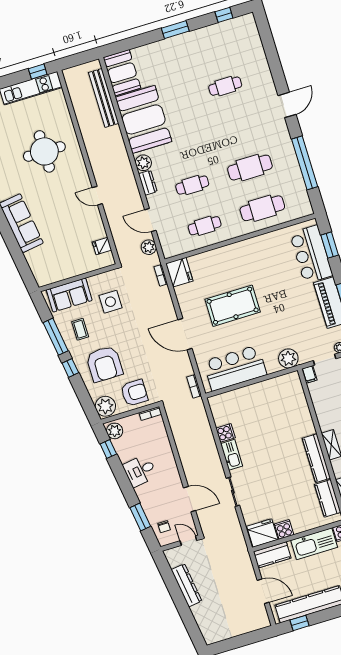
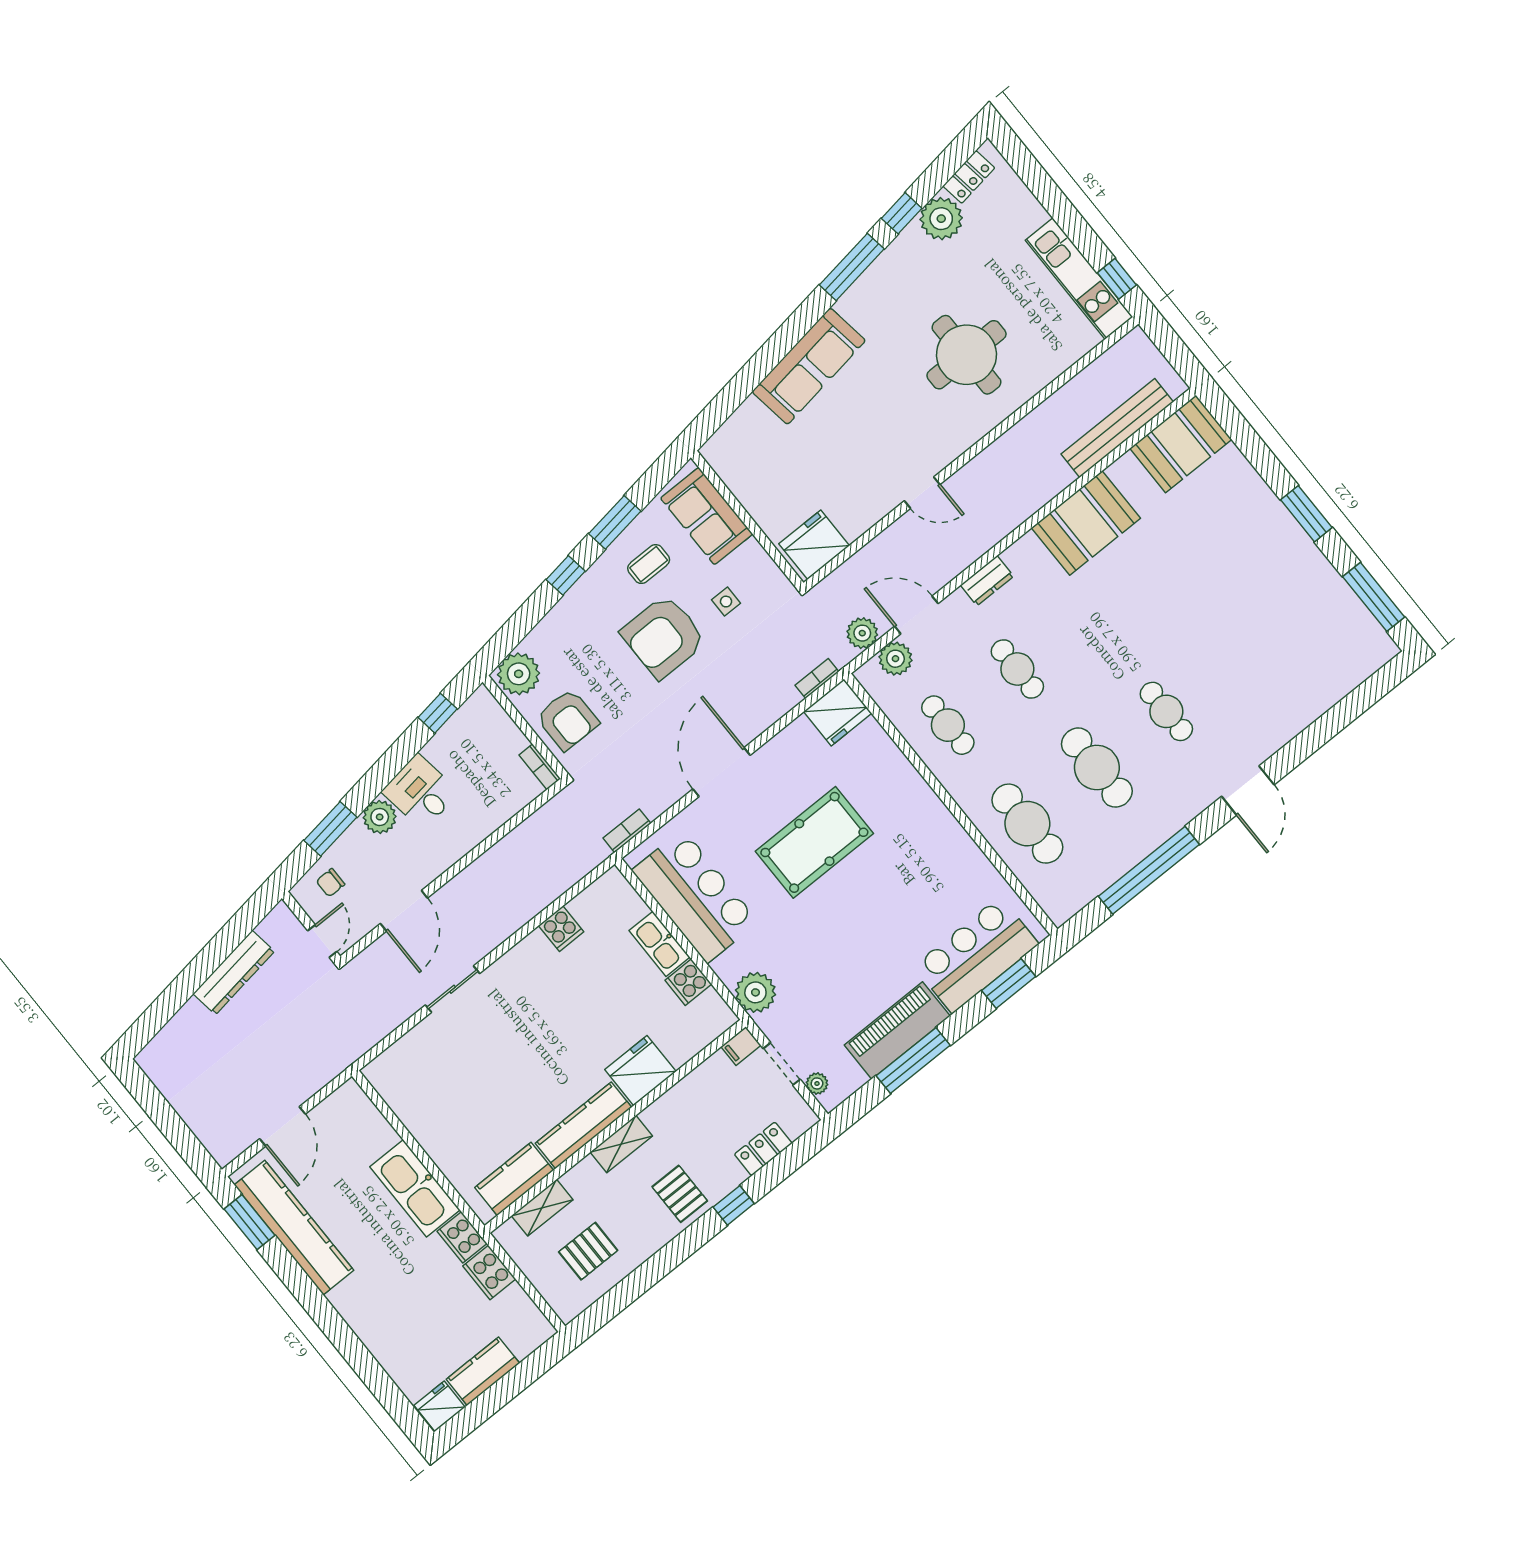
window: (224, 15) -> (1374, 597), width x2.17
cafe table: (225, 86) -> (1166, 711), moved
door: (287, 105) -> (1248, 790), hinge flipped
booth: (144, 119) -> (1086, 523), width x0.73, depth x0.70
plant: (143, 163) -> (895, 659), moved
door: (97, 196) -> (922, 493), swing flipped
door: (150, 220) -> (916, 615), hinge flipped
fridge: (102, 246) -> (814, 545), width x1.88, depth x1.34
side table: (110, 302) -> (726, 602), width x0.54, depth x0.54
pool table: (233, 306) -> (814, 842), turned 90
window: (56, 337) -> (615, 522), width x0.69
armchair: (104, 364) -> (663, 637), moved
plant: (115, 431) -> (380, 817), moved
kitchen sink: (232, 455) -> (659, 944), moved, turned 90
cooker: (284, 529) -> (688, 982), moved, turned 180
fridge: (262, 533) -> (640, 1071), moved, turned -90
kitchen counter: (272, 555) -> (361, 1115), removed
window: (300, 623) -> (249, 1222), width x1.50

